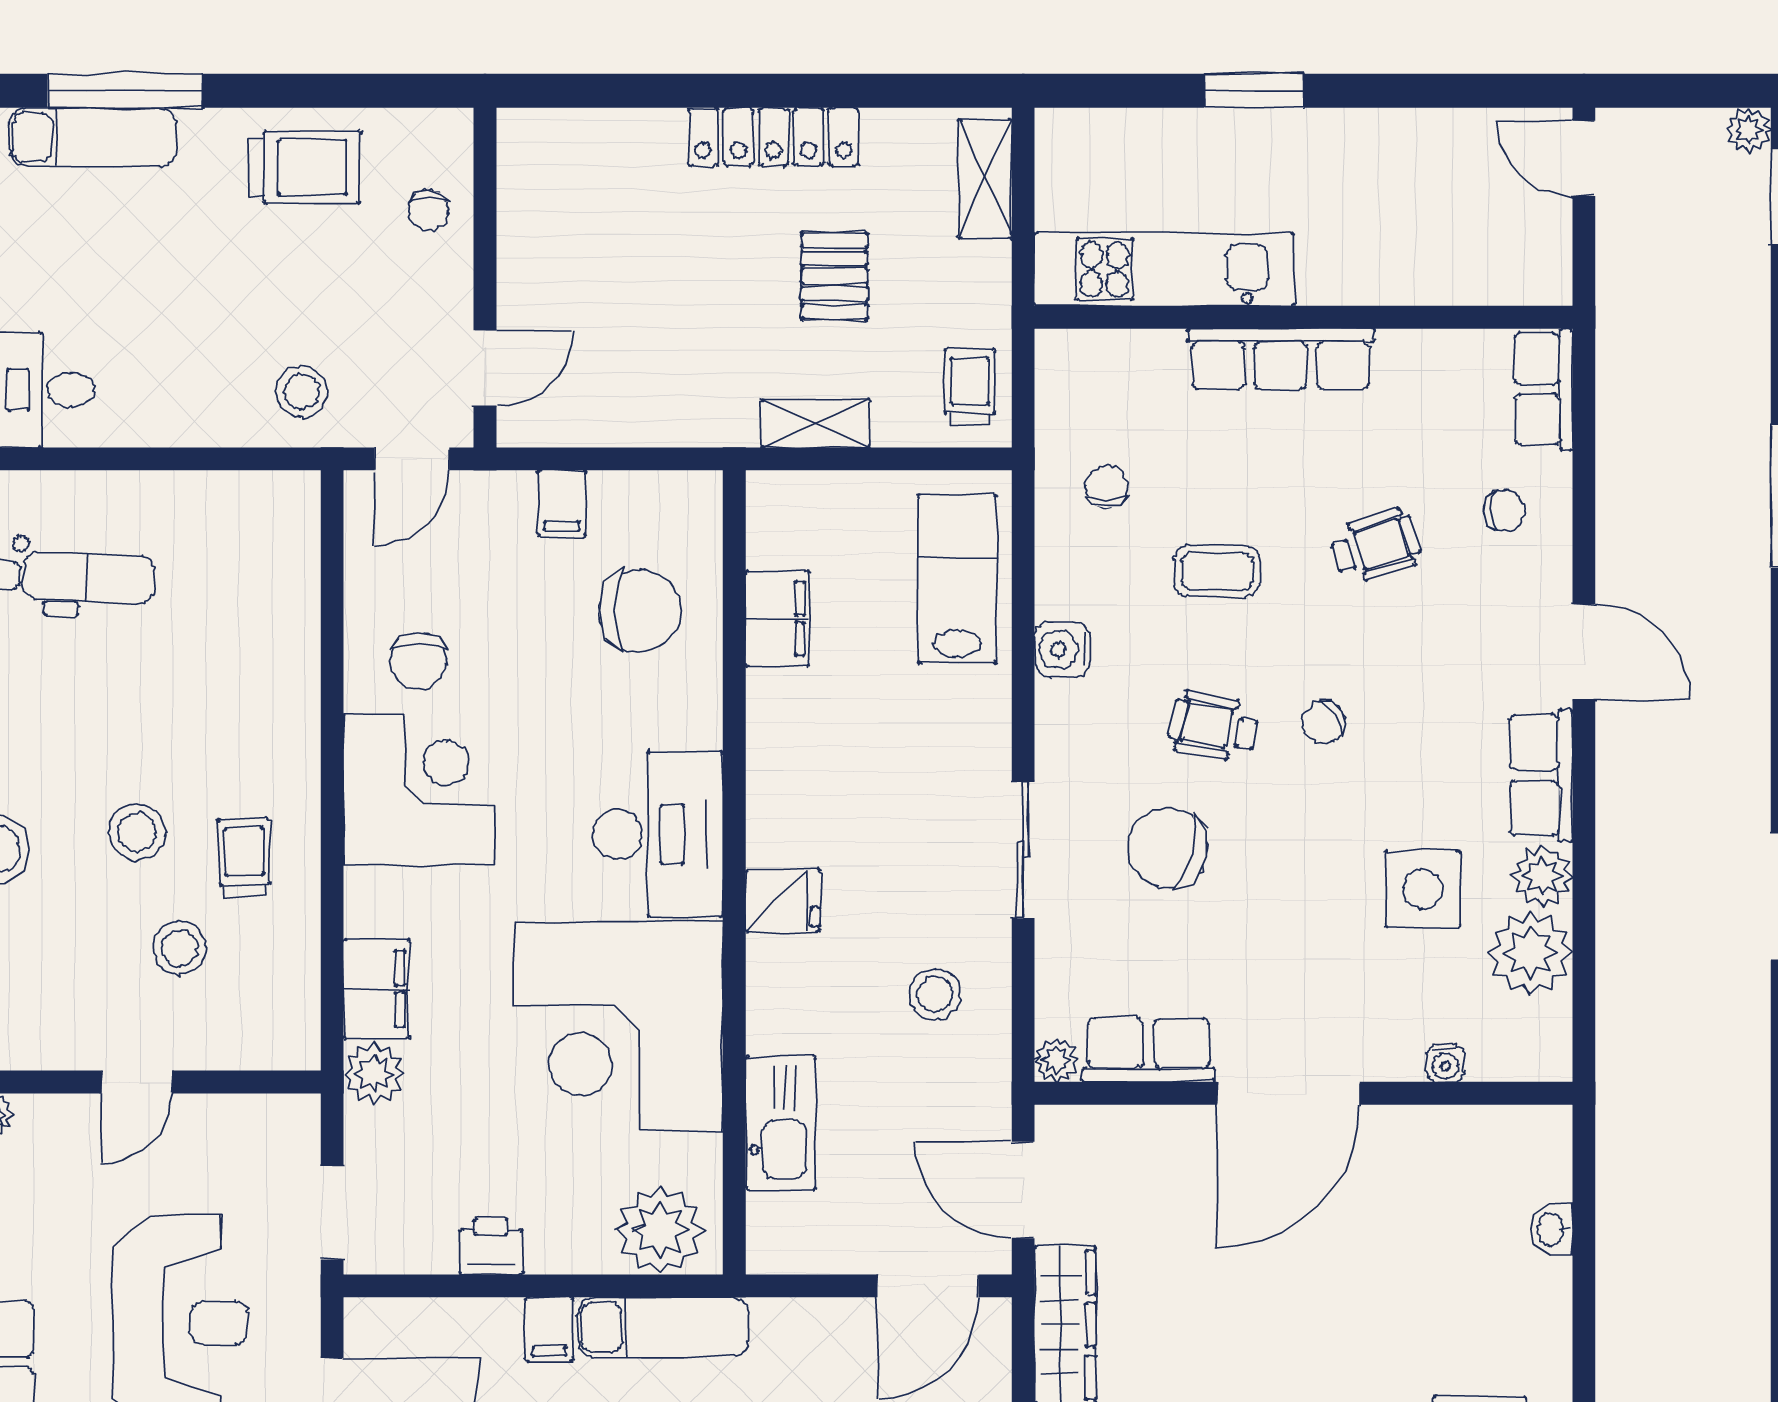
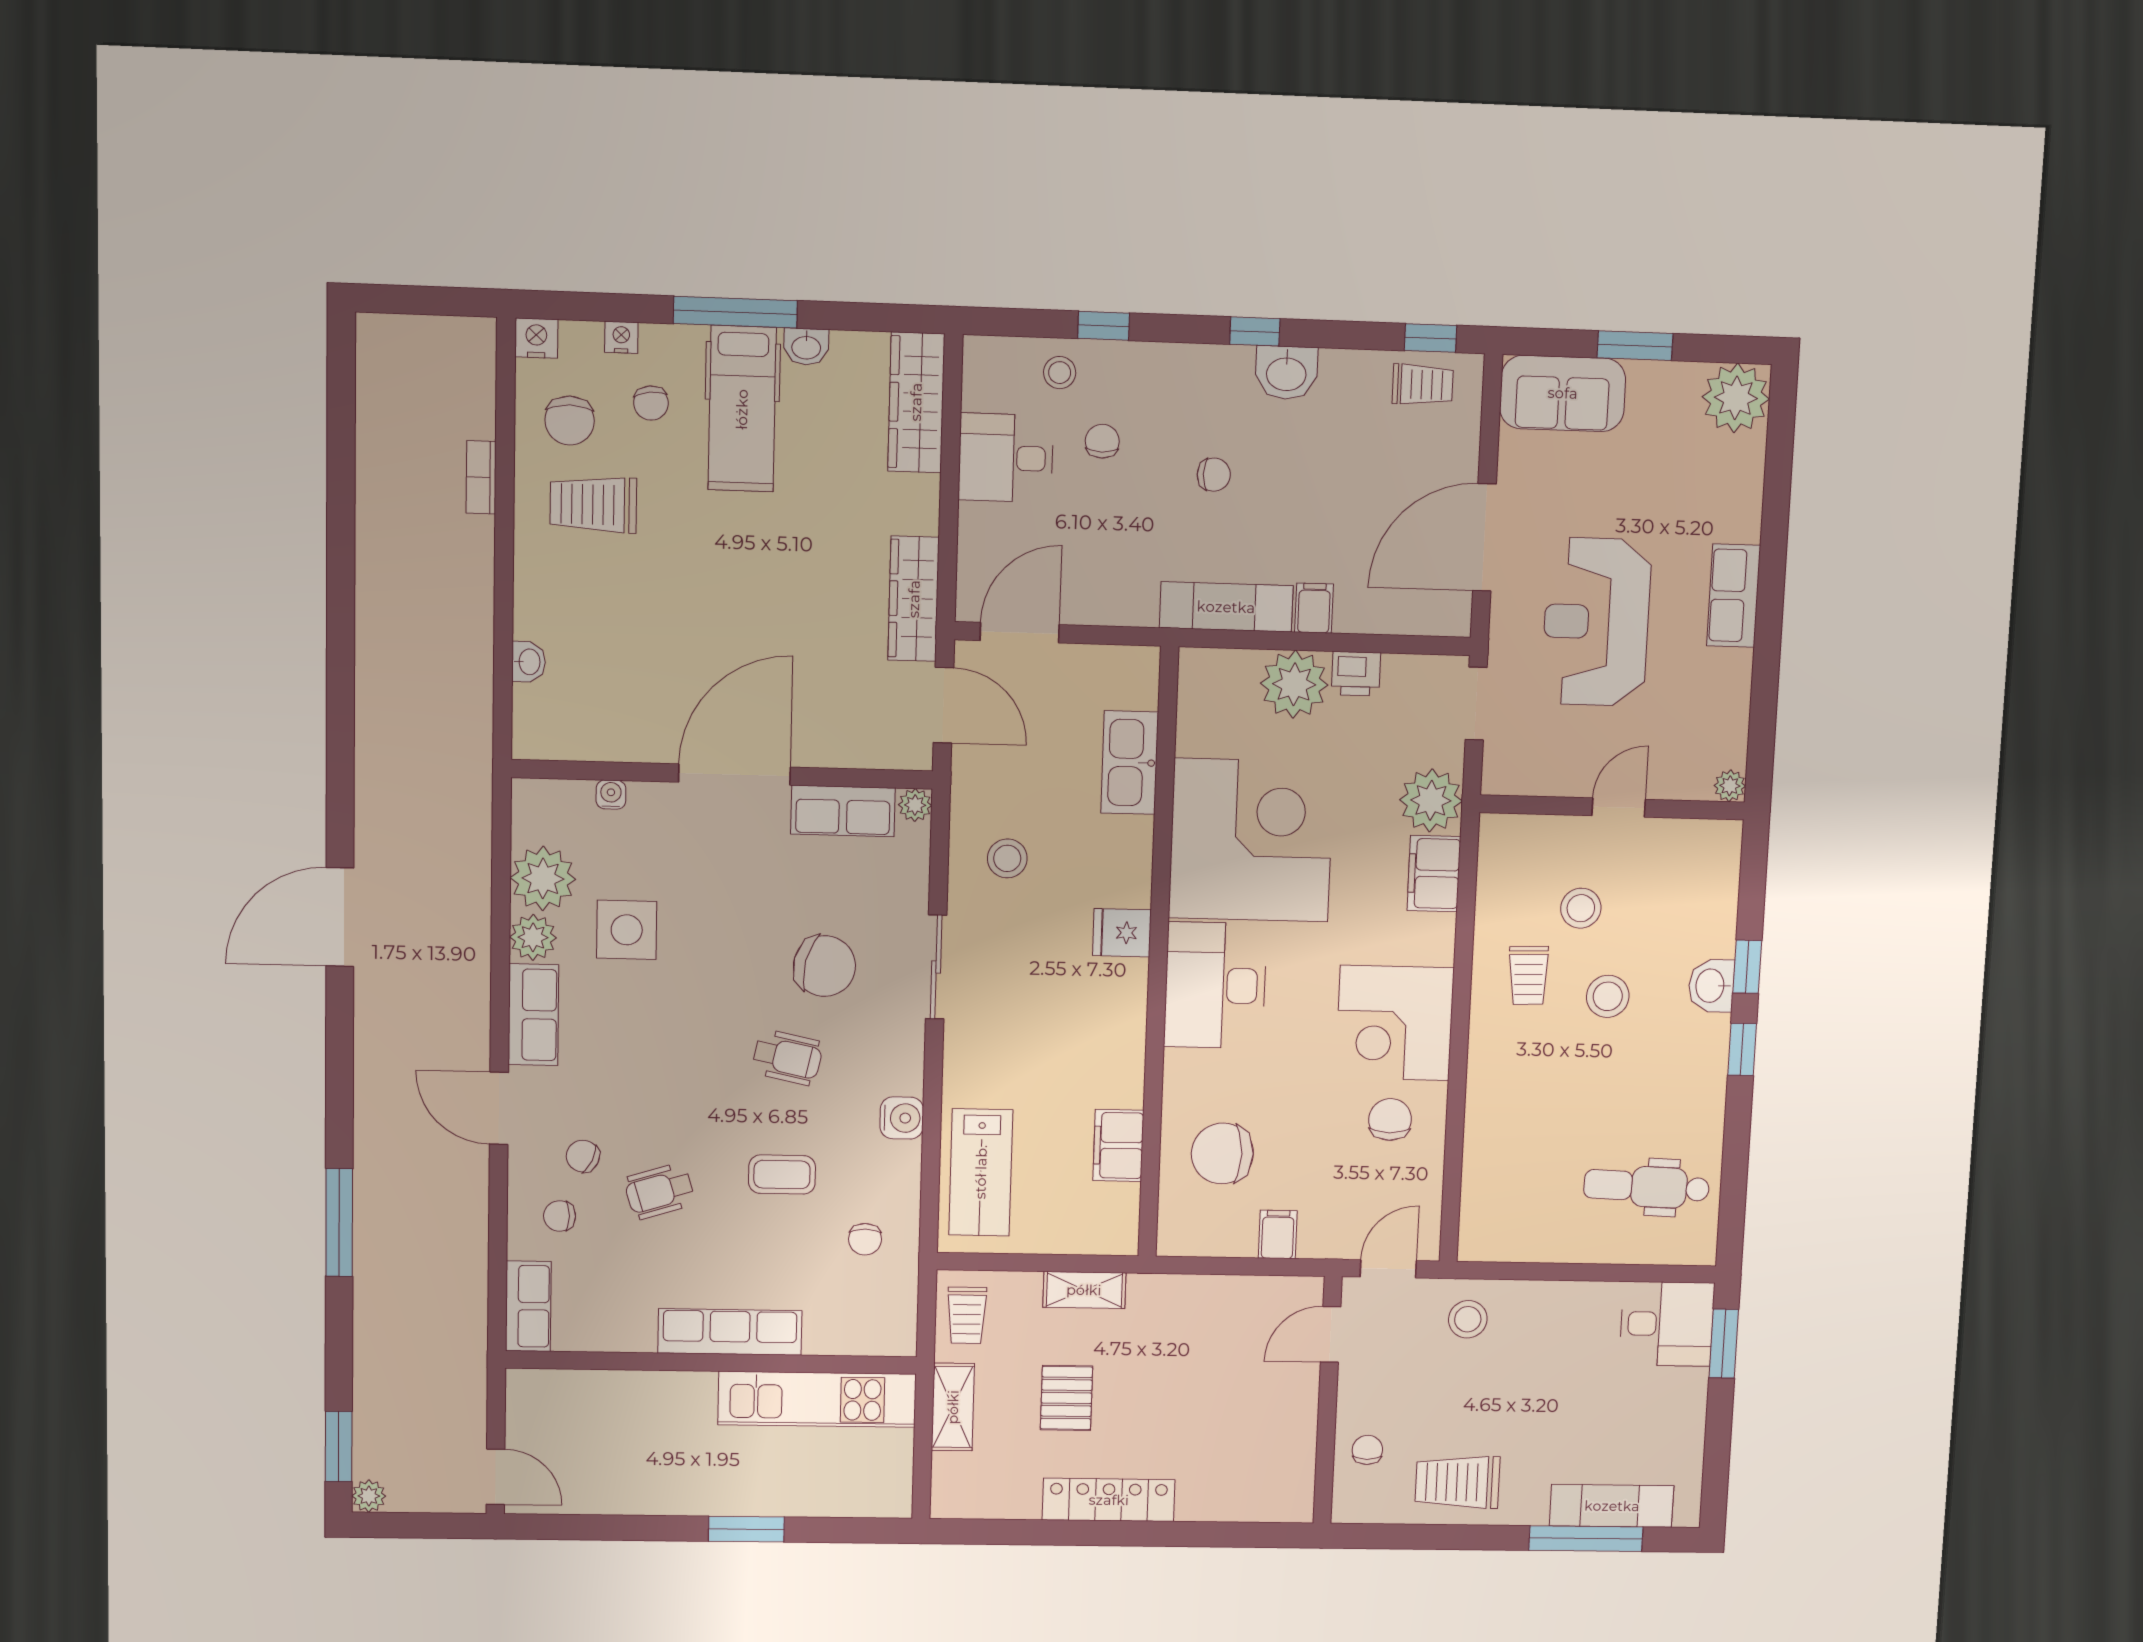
shelving: (985, 179) -> (953, 1407), moved
chair: (1323, 722) -> (583, 1156), moved, turned -123
plant: (374, 1073) -> (1431, 800), width x1.36, depth x1.36
plant: (660, 1230) -> (1294, 684), moved

